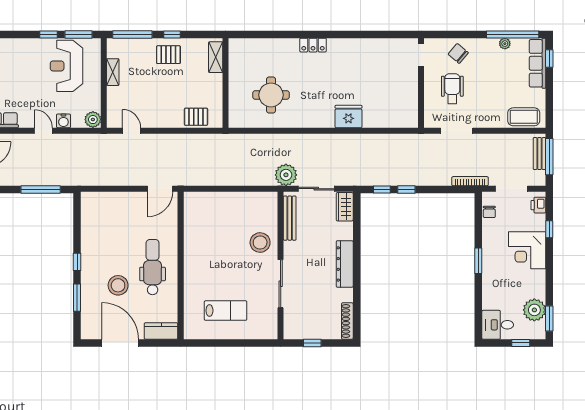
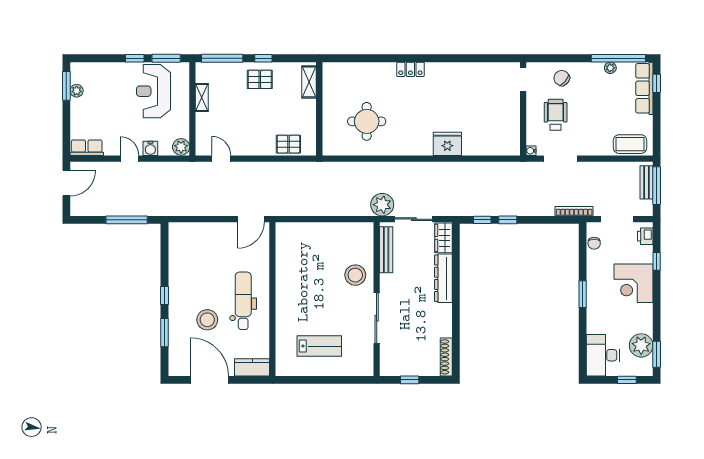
water cooler: (429, 123) -> (531, 151), added
dresser: (345, 264) -> (443, 278), moved
desk: (498, 325) -> (603, 355), width x1.37

